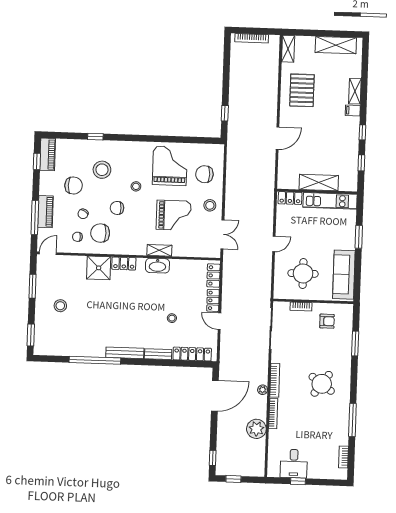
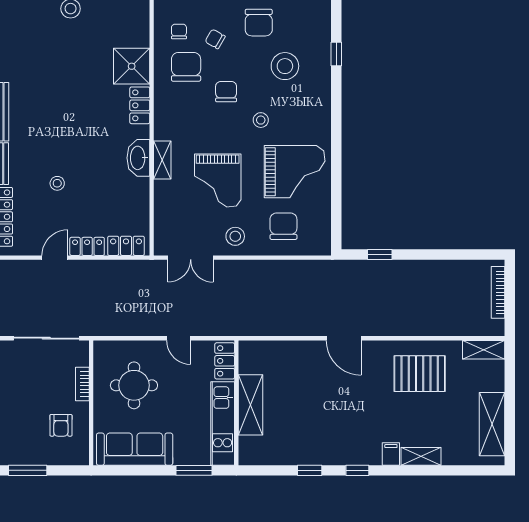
shelving: (319, 183) -> (251, 405), moved
wall: (317, 192) -> (236, 403), moved
locker: (290, 198) -> (225, 361), moved
kitchen unit: (330, 201) -> (223, 423), moved

